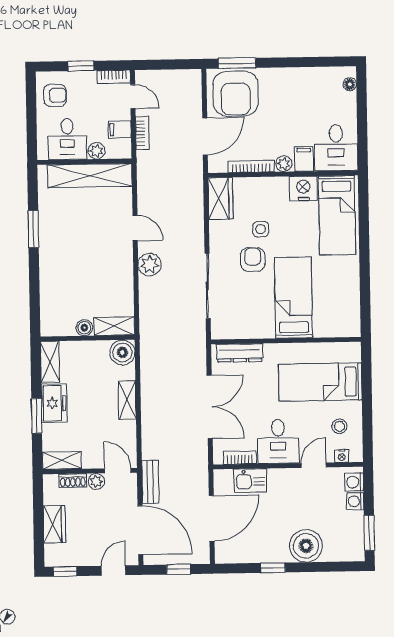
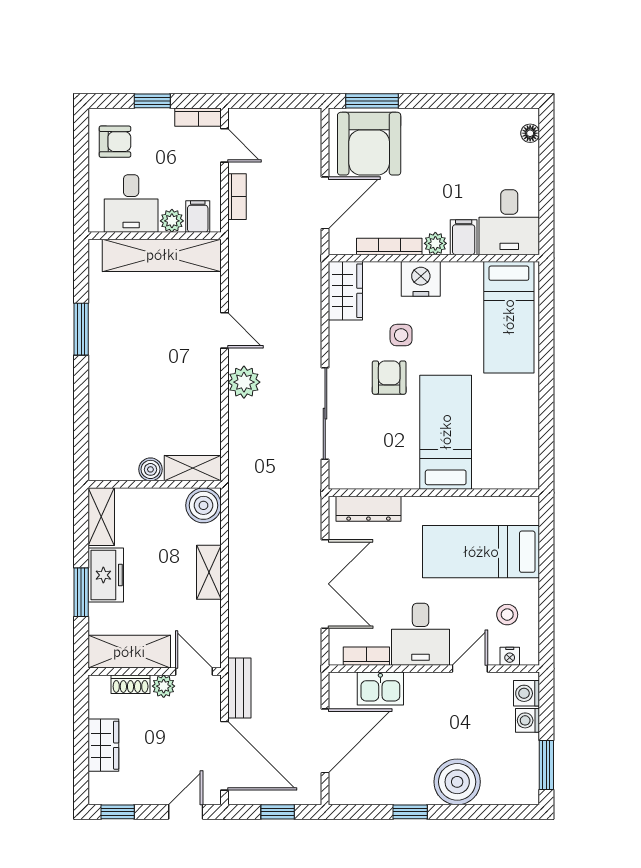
filing cabinet: (120, 129) -> (198, 217), moved, turned 90
nightstand: (303, 189) -> (421, 279), moved
shelving: (62, 460) -> (129, 652), width x1.50, depth x1.33

